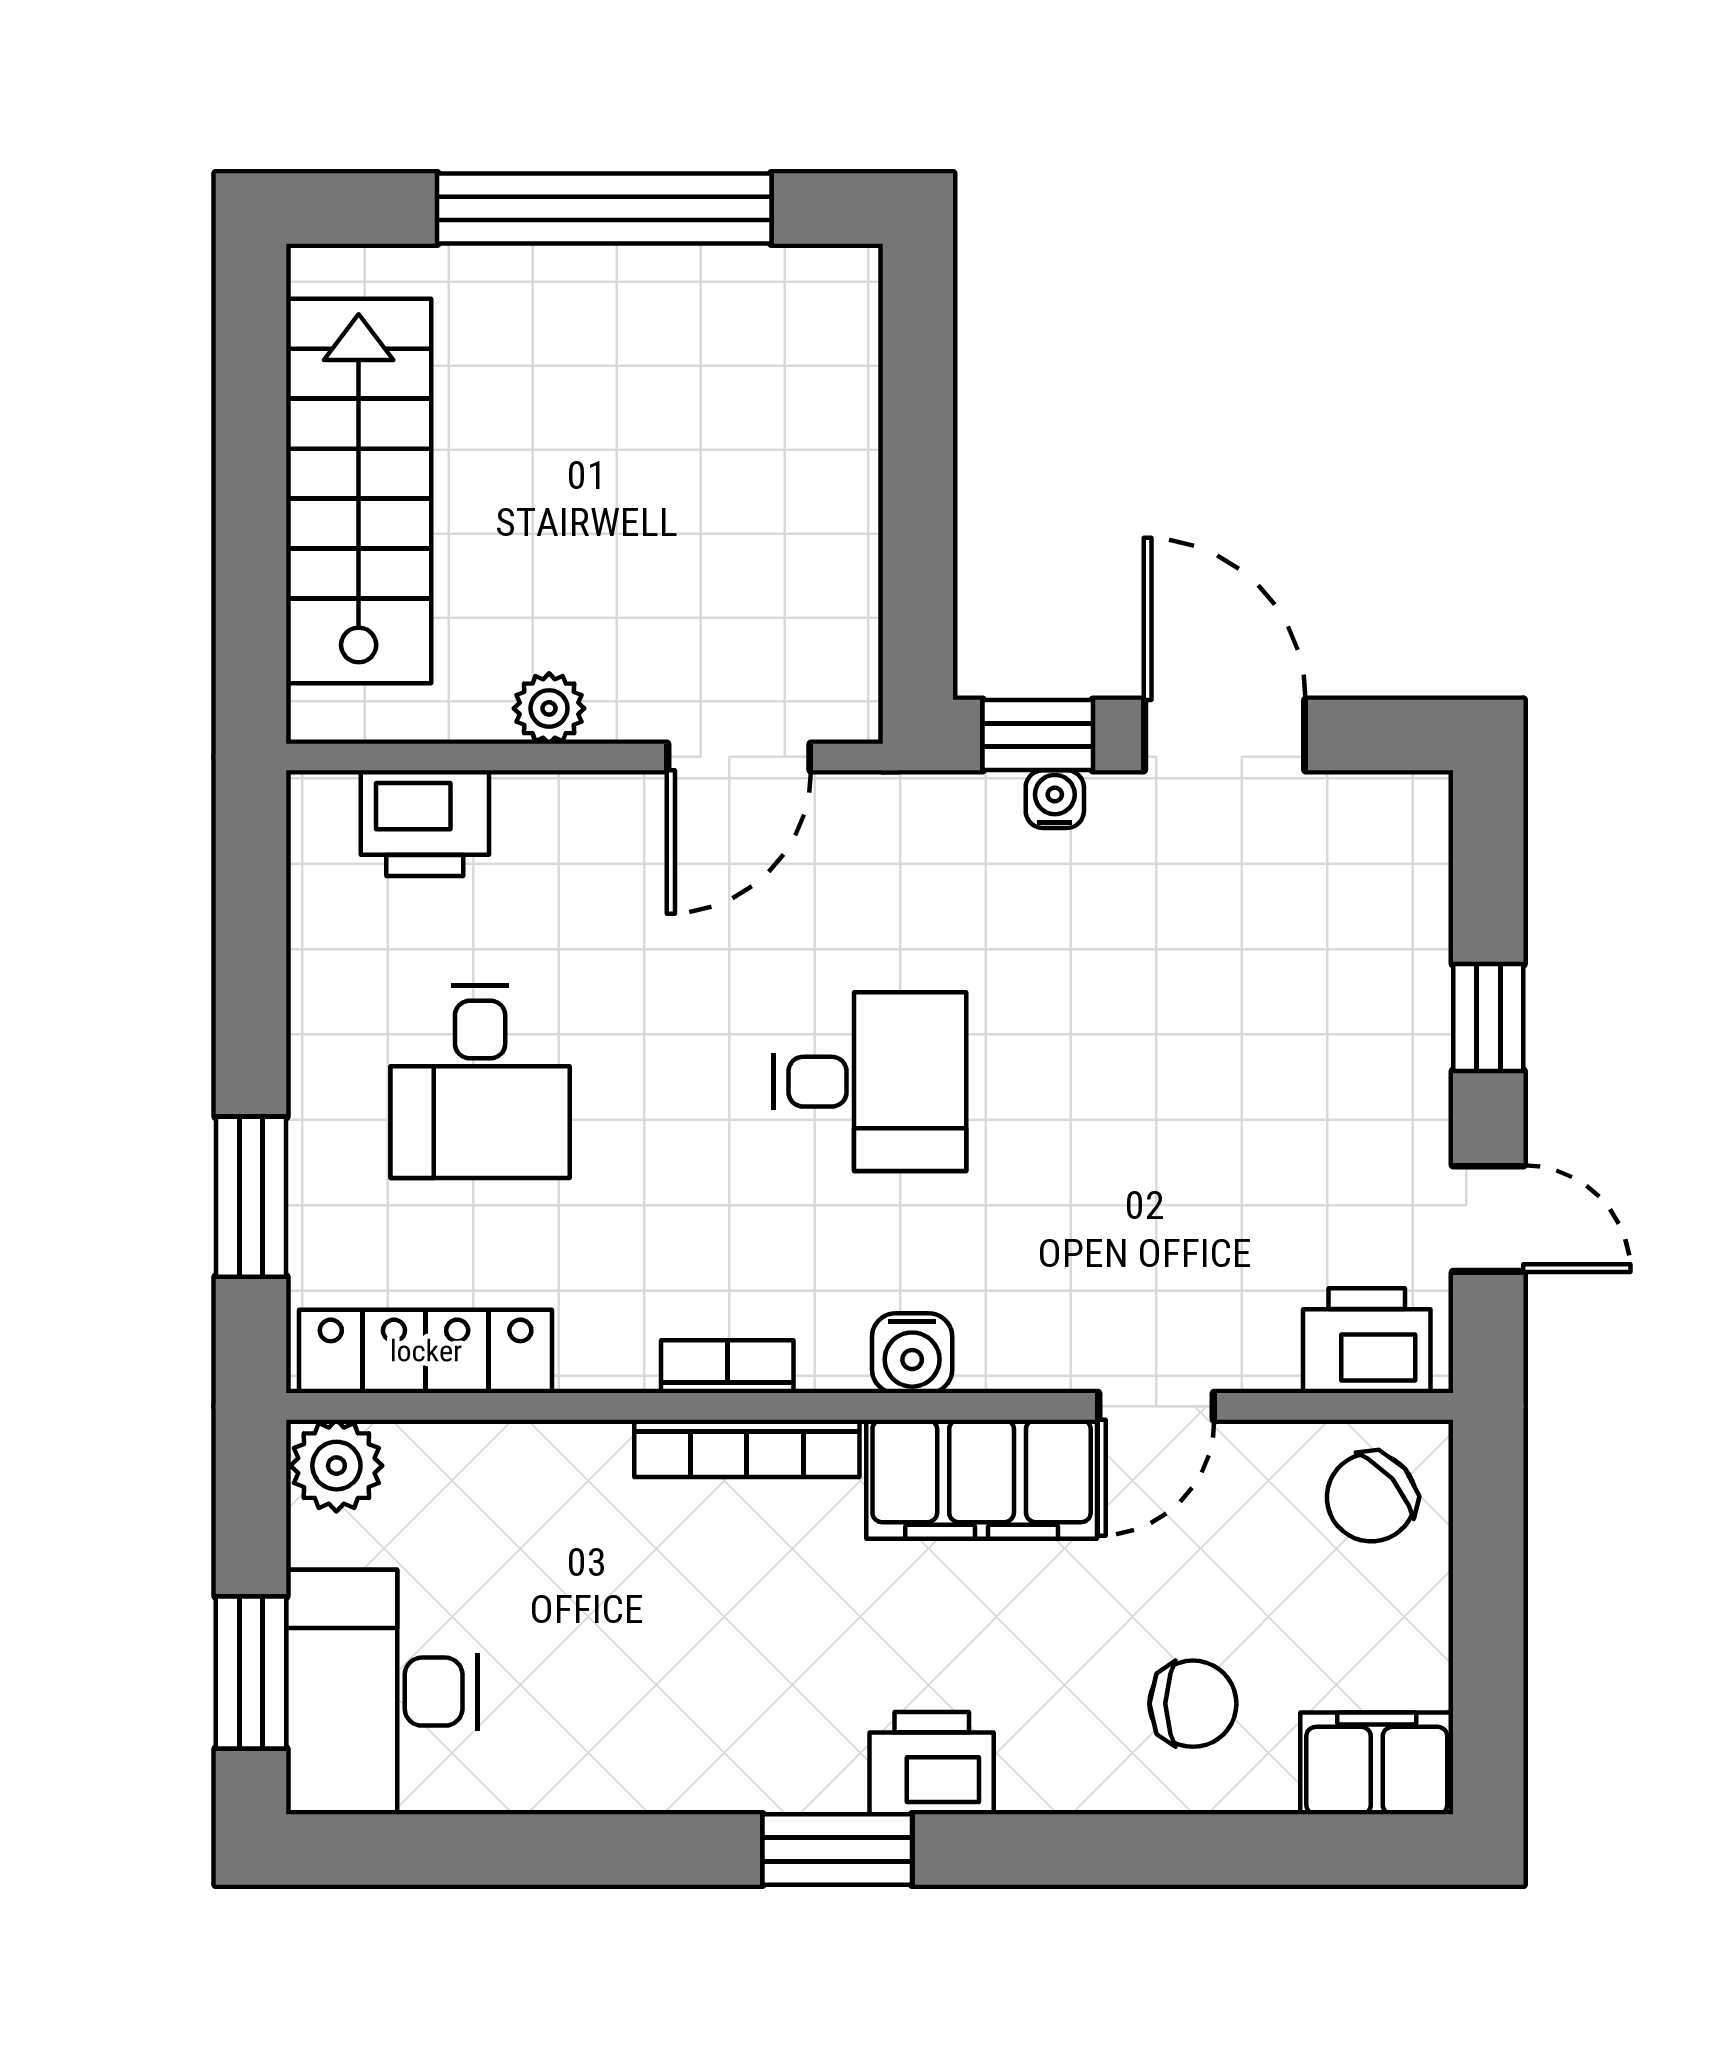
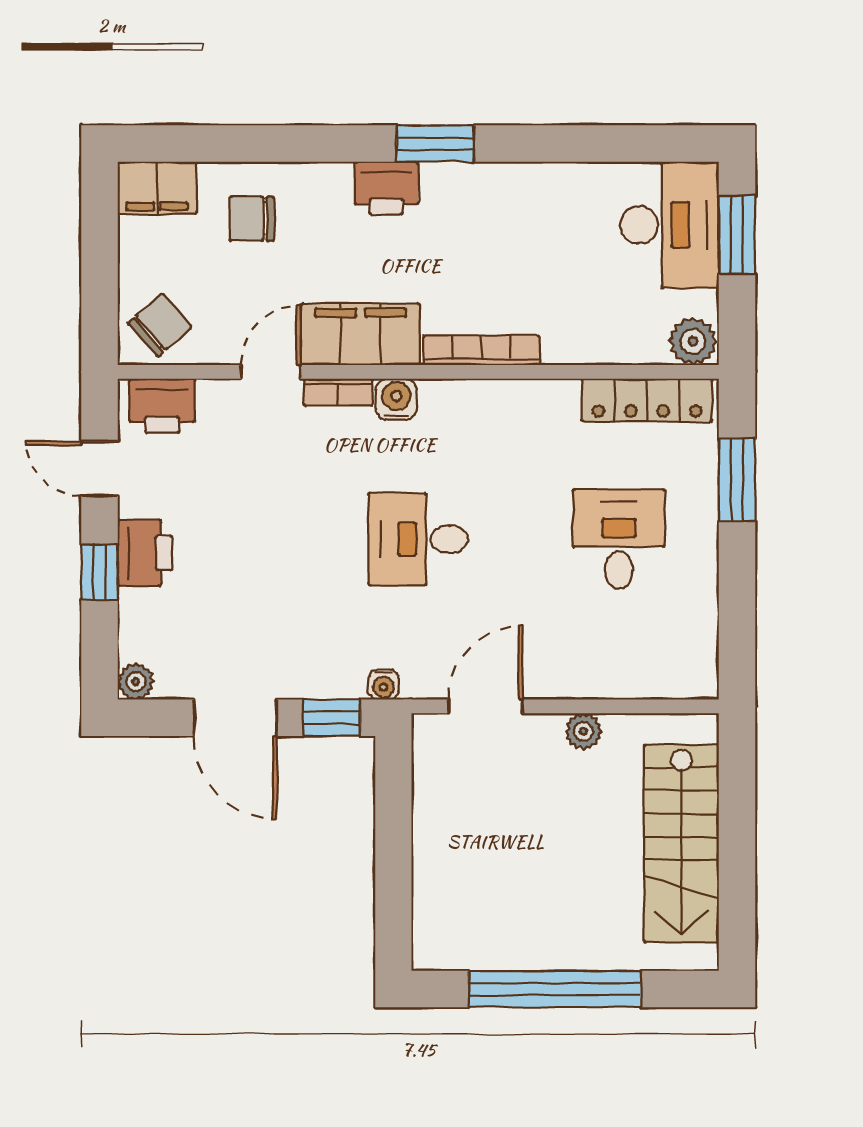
water cooler: (1055, 799) -> (383, 685), moved
plant: (1418, 805) -> (136, 681), added
printer: (425, 823) -> (145, 553), moved, turned 90
bookcase: (727, 1367) -> (338, 392), moved

